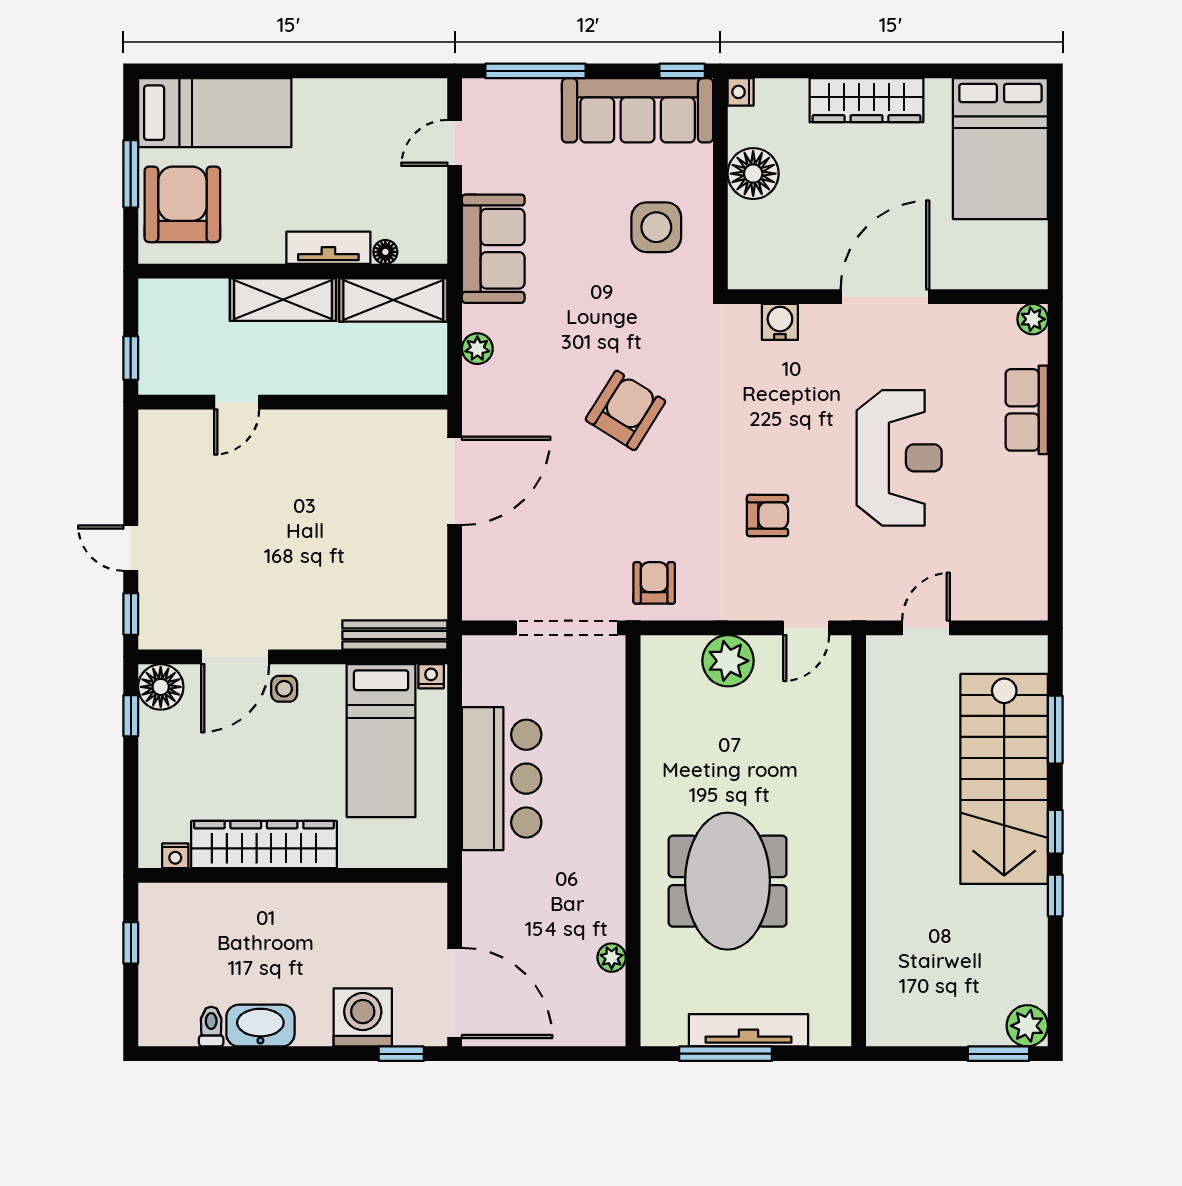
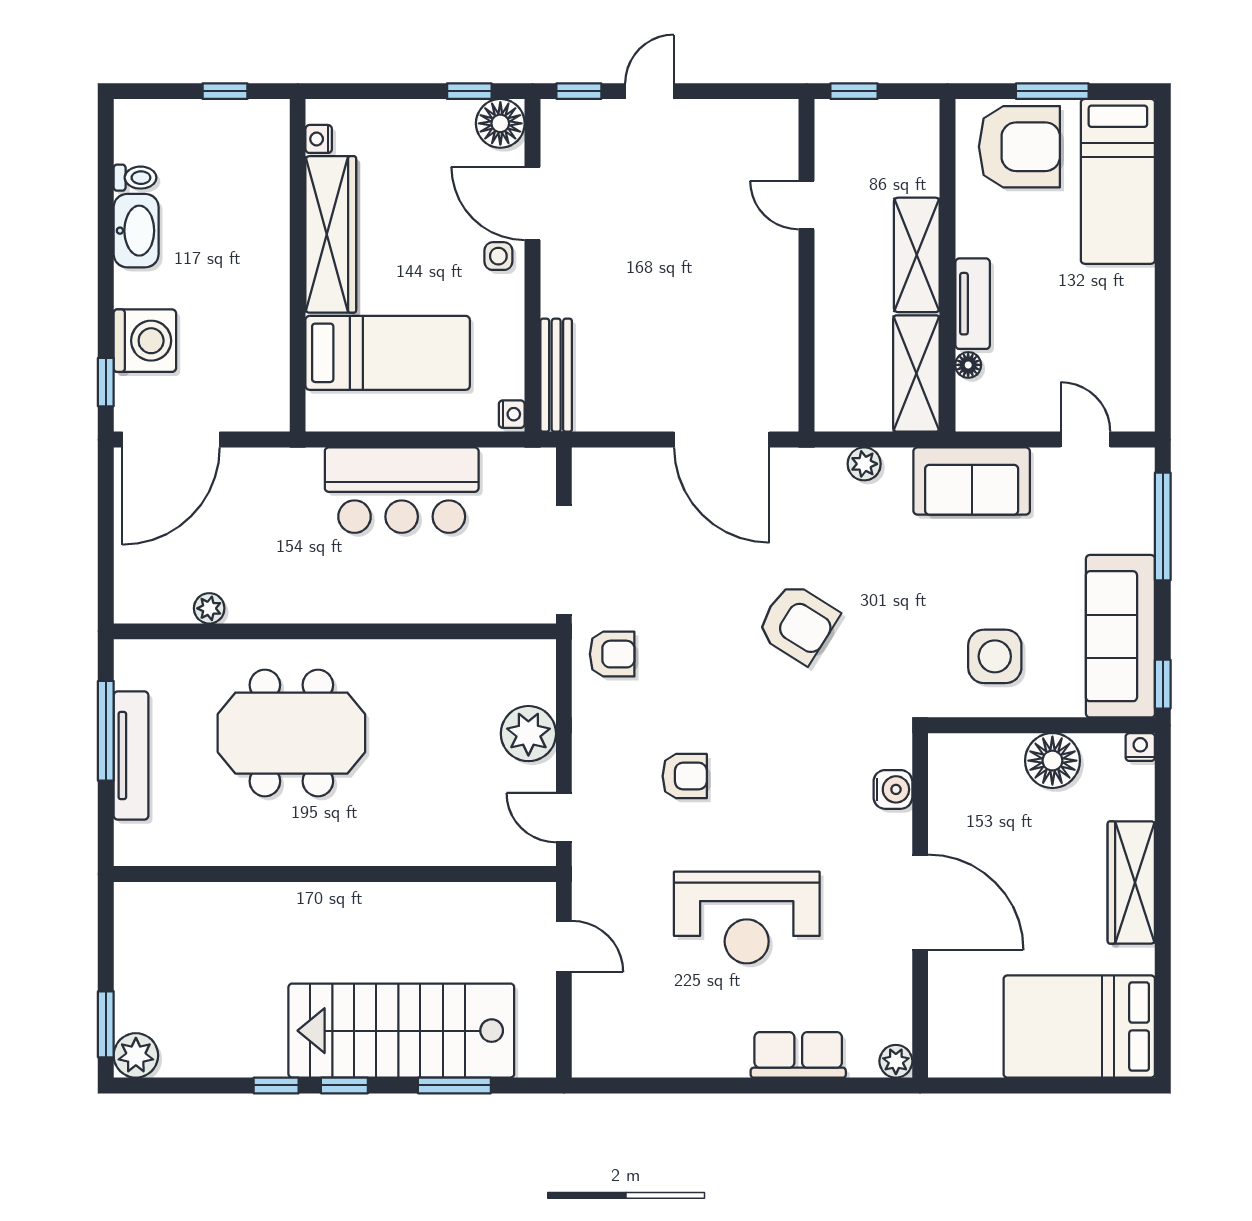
armchair: (768, 516) -> (685, 776), turned -90
bed: (381, 741) -> (388, 353), moved, turned 180

